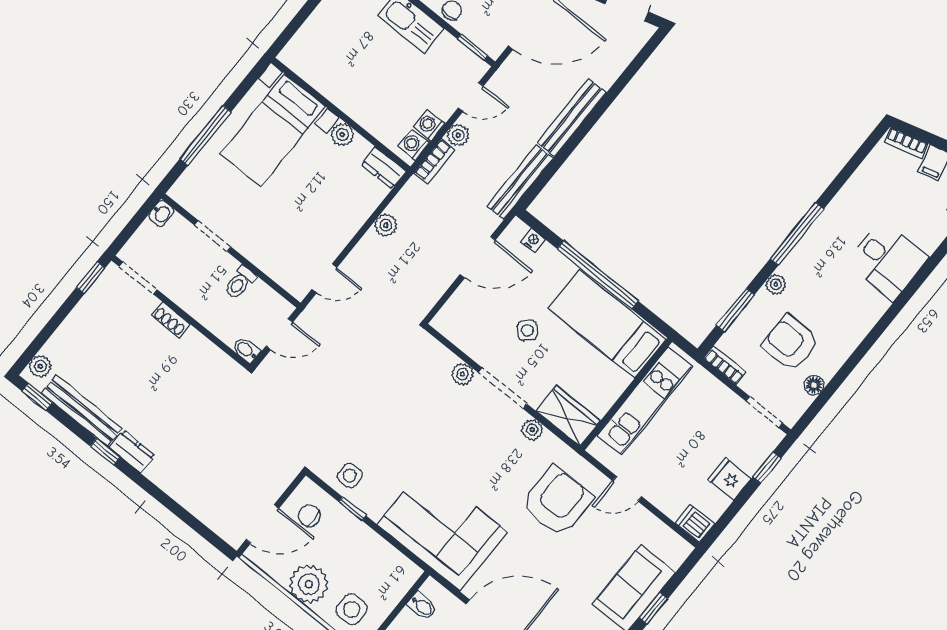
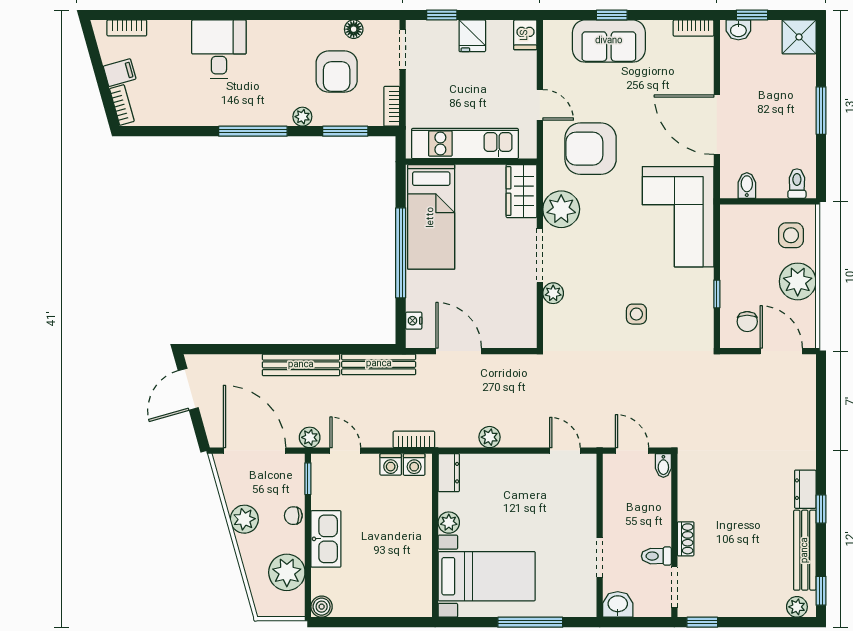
plant: (458, 135) -> (310, 437), moved
washbasin: (161, 214) -> (618, 604), width x1.38, depth x1.45
toilet: (240, 282) -> (656, 556), moved, turned 180
side table: (527, 330) -> (483, 271), removed
plant: (532, 430) -> (561, 209), width x1.87, depth x1.87
side table: (350, 475) -> (636, 314), moved

